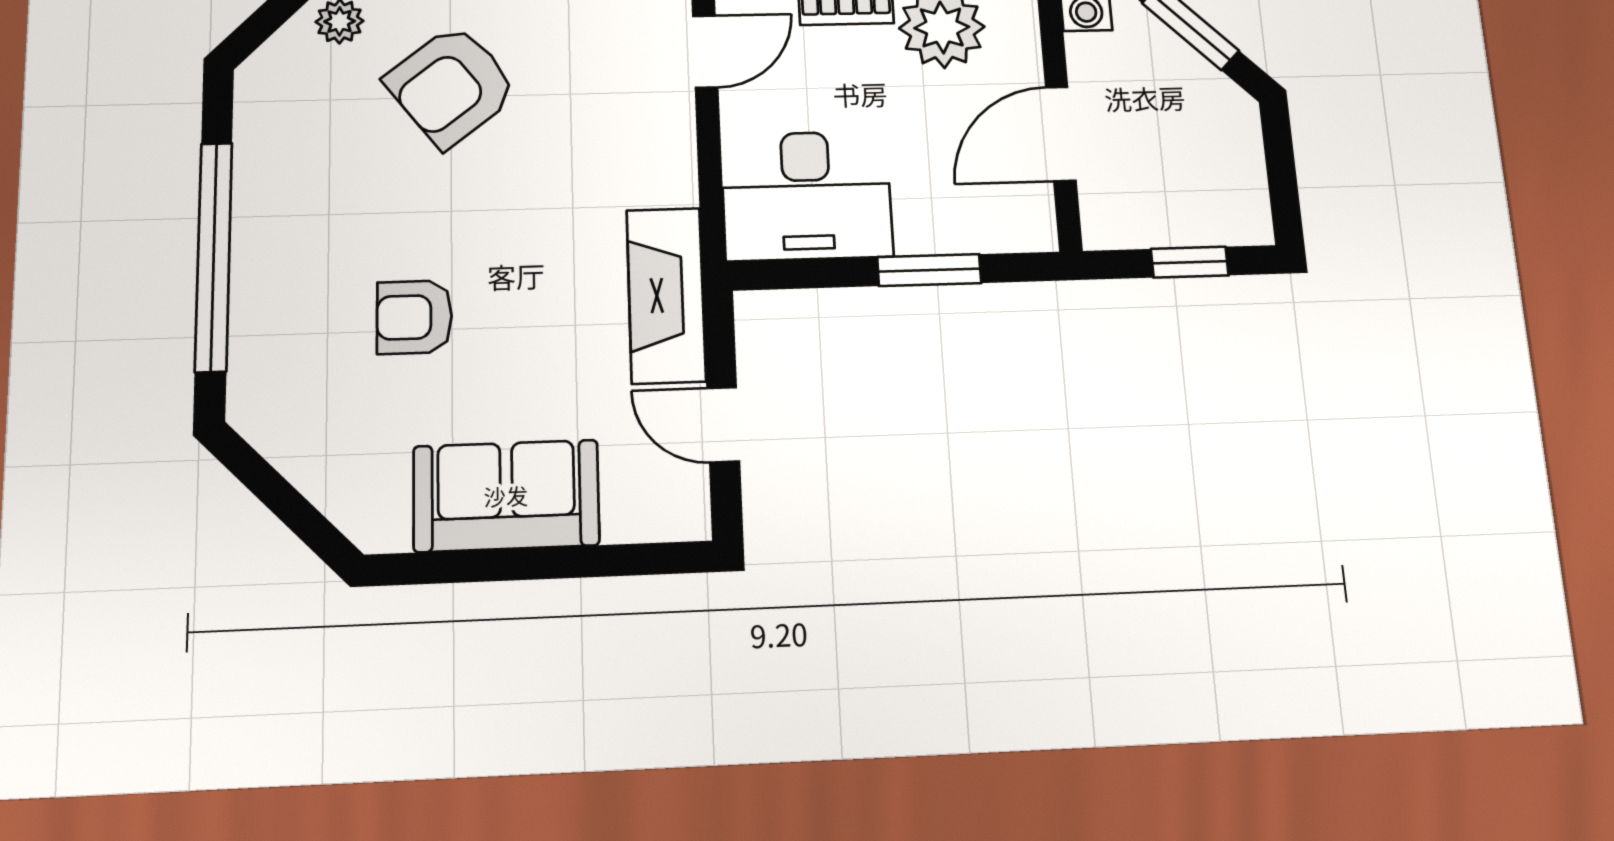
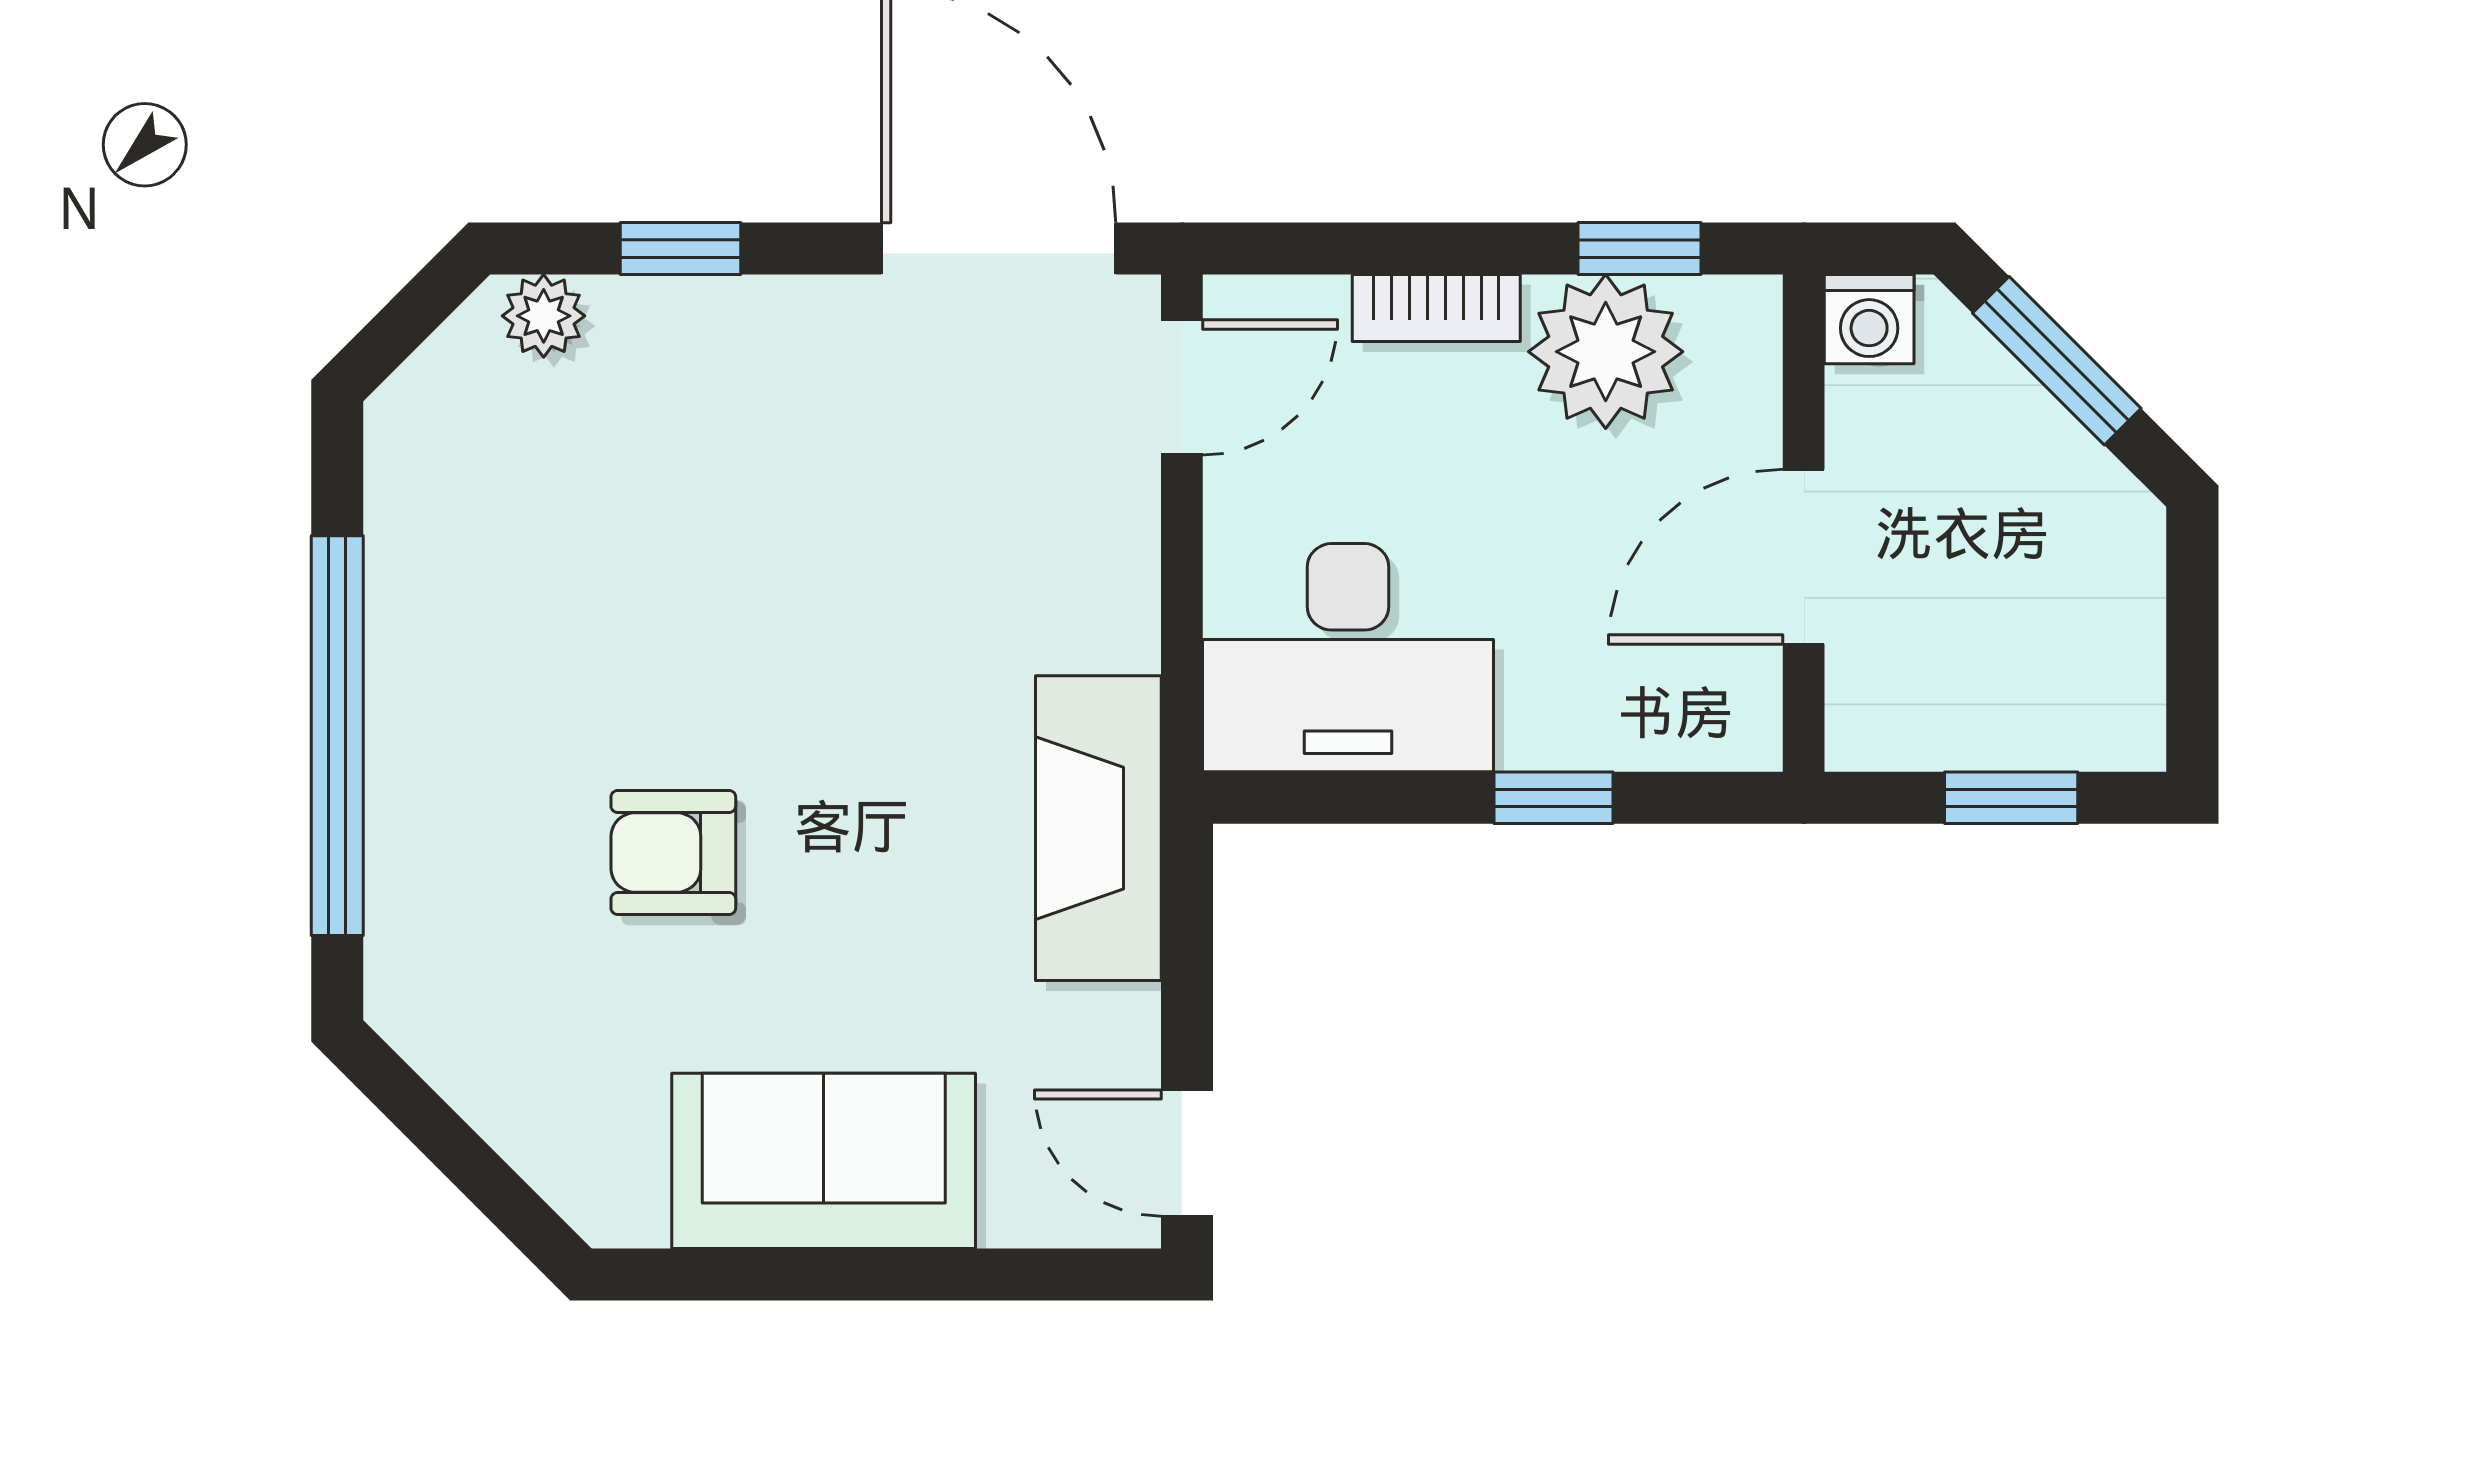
armchair: (451, 86) -> (737, 440), removed
window: (929, 270) -> (1553, 798), width x0.67
door: (723, 425) -> (1187, 1153), moved

